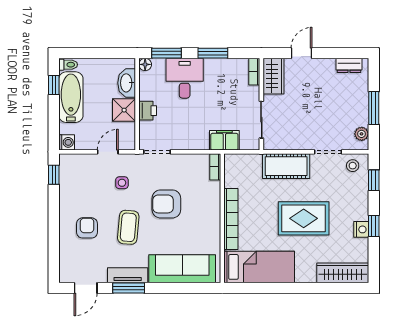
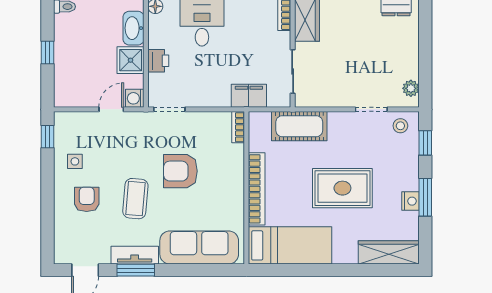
window: (54, 85) -> (48, 53), moved
bathtub: (71, 97) -> (68, 45), removed
window: (374, 108) -> (425, 58), removed
washing machine: (67, 142) -> (135, 98), moved, turned 180
cot: (286, 166) -> (299, 126), moved
side table: (122, 183) -> (75, 161), moved
window: (374, 226) -> (425, 197), width x1.50

